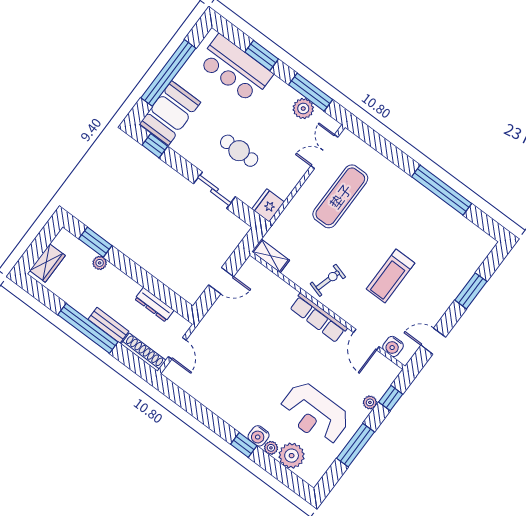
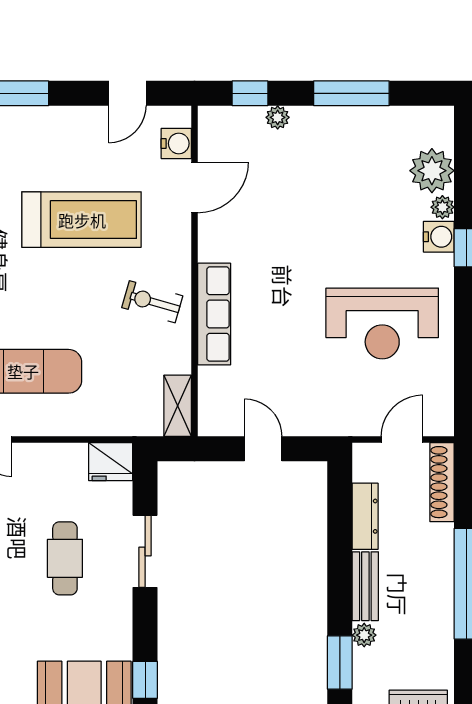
treadmill: (391, 276) -> (82, 220), width x1.37, depth x1.38
row of seats: (318, 318) -> (214, 314), moved
bench: (108, 325) -> (365, 586), moved
door: (433, 341) -> (127, 93), hinge flipped
reception desk: (314, 414) -> (382, 323), moved, turned 90

